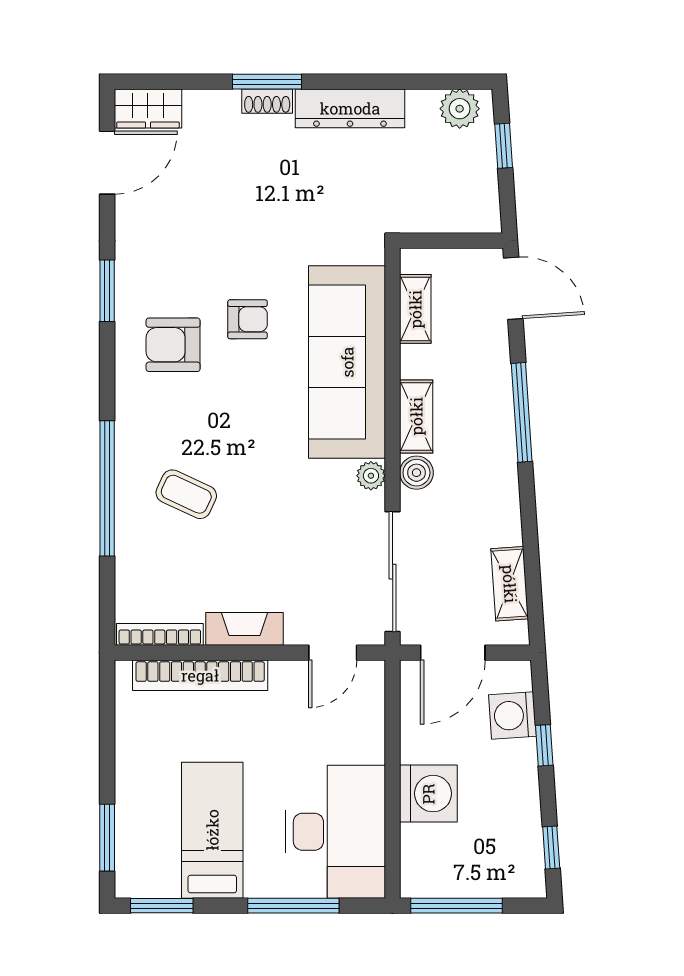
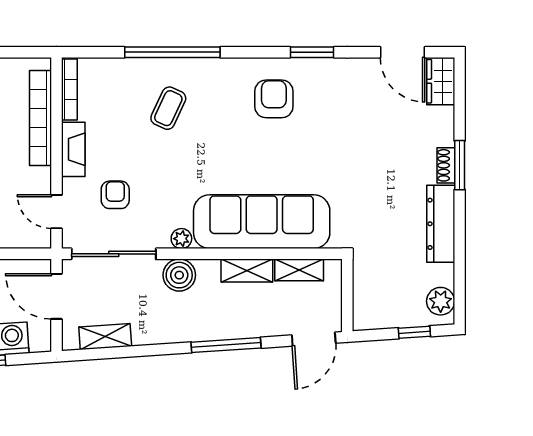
armchair: (248, 319) -> (115, 195), moved, turned 180
shelving: (416, 416) -> (247, 271), moved
boiler: (416, 473) -> (179, 275), width x1.36, depth x1.36

